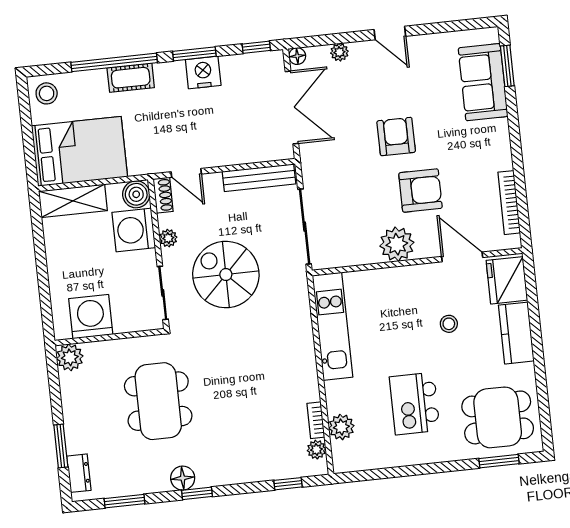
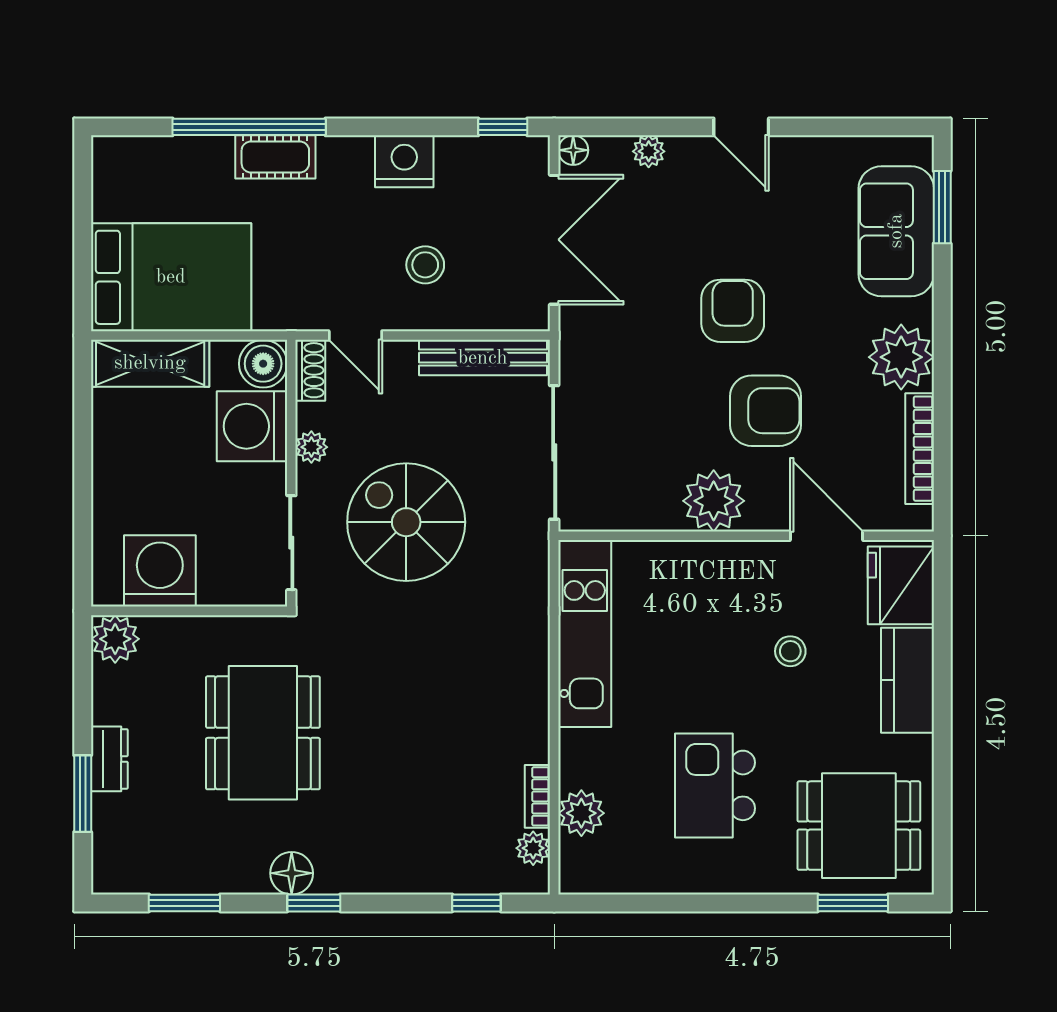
window: (194, 54) -> (392, 127), removed
stool: (47, 93) -> (425, 265), moved
plant: (493, 152) -> (901, 357), added
dresser: (79, 473) -> (109, 759), moved

